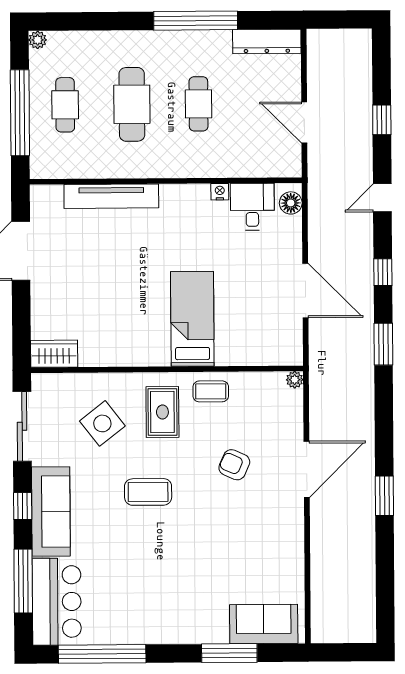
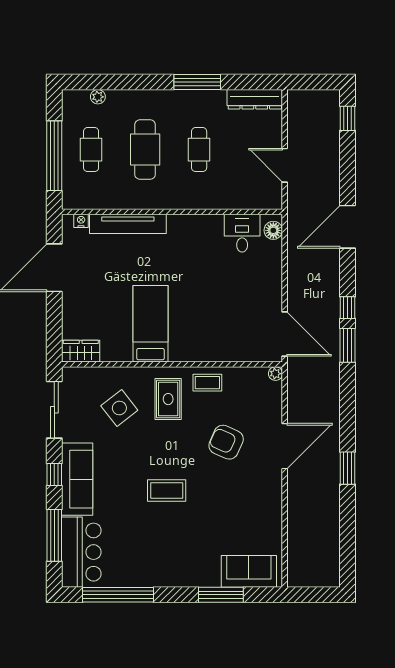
window: (196, 21) -> (197, 82), width x0.68
plant: (38, 40) -> (98, 97), moved
window: (382, 120) -> (348, 118), moved
nightstand: (220, 192) -> (81, 221), moved
door: (382, 198) -> (348, 227), width x1.88
window: (383, 272) -> (348, 308), moved
door: (305, 290) -> (285, 334), moved
bed: (192, 319) -> (151, 324), moved
armchair: (234, 465) -> (226, 442), width x1.38, depth x1.38
coffee table: (148, 492) -> (167, 491), moved

